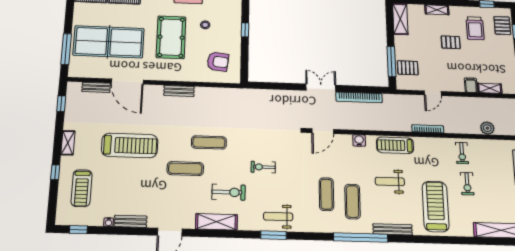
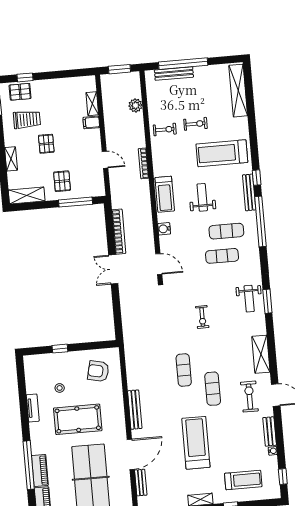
armchair: (218, 62) -> (98, 371), turned -83
pallet: (408, 68) -> (62, 181), moved
bench: (179, 91) -> (135, 410), width x1.36
weight bench: (390, 181) -> (202, 197), turned 180
exercise bike: (229, 192) -> (249, 397), moved
window: (408, 239) -> (257, 178), added

